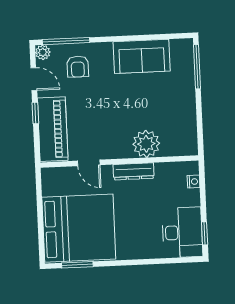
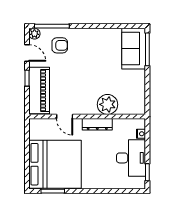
sofa: (142, 56) -> (134, 49), moved, turned 90
armchair: (78, 67) -> (60, 45), turned -90
desk: (182, 232) -> (131, 158), moved

